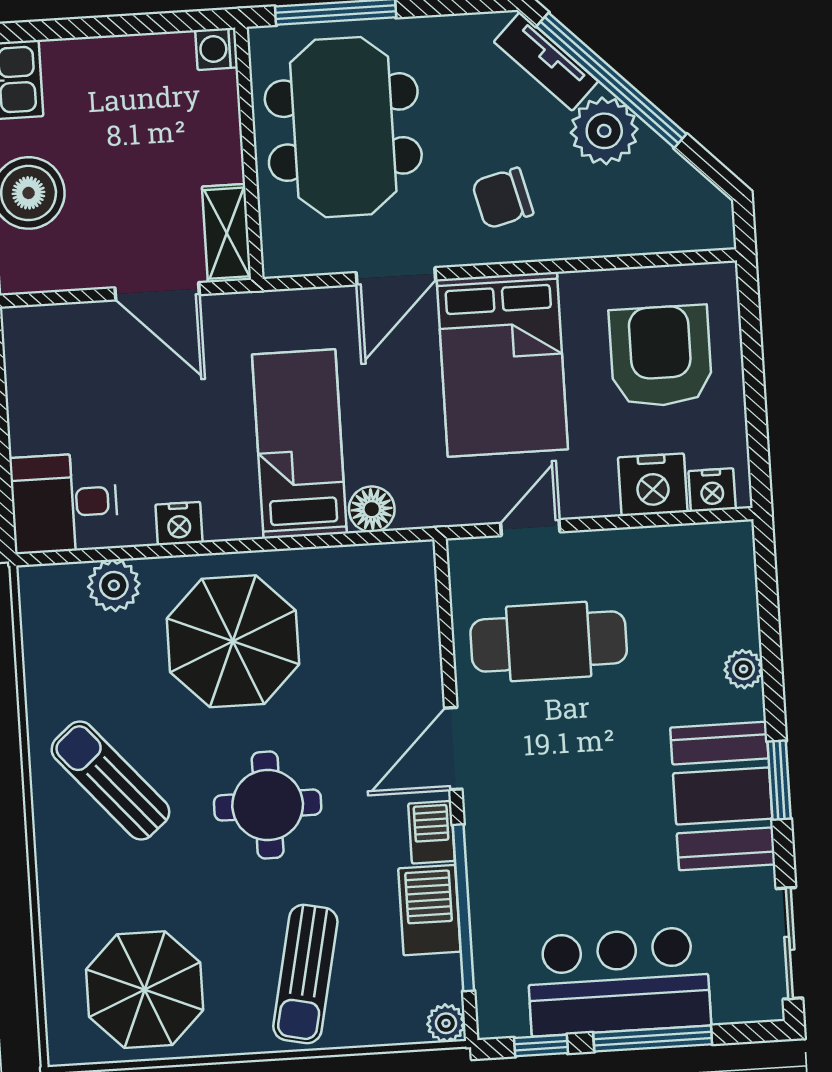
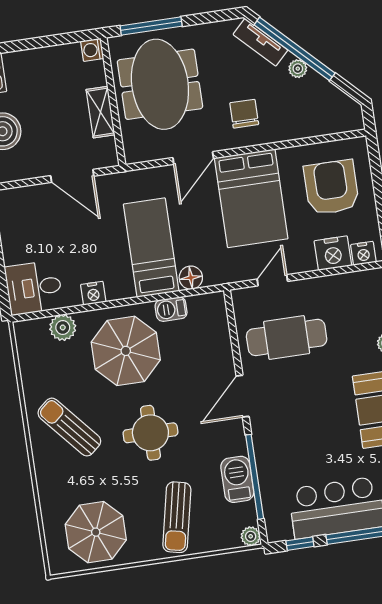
plant: (604, 131) -> (298, 69), width x0.53, depth x0.53
chair: (503, 198) -> (244, 114), turned 104
shelving: (227, 233) -> (101, 112), moved
barbecue: (432, 832) -> (171, 309), moved, turned -90

